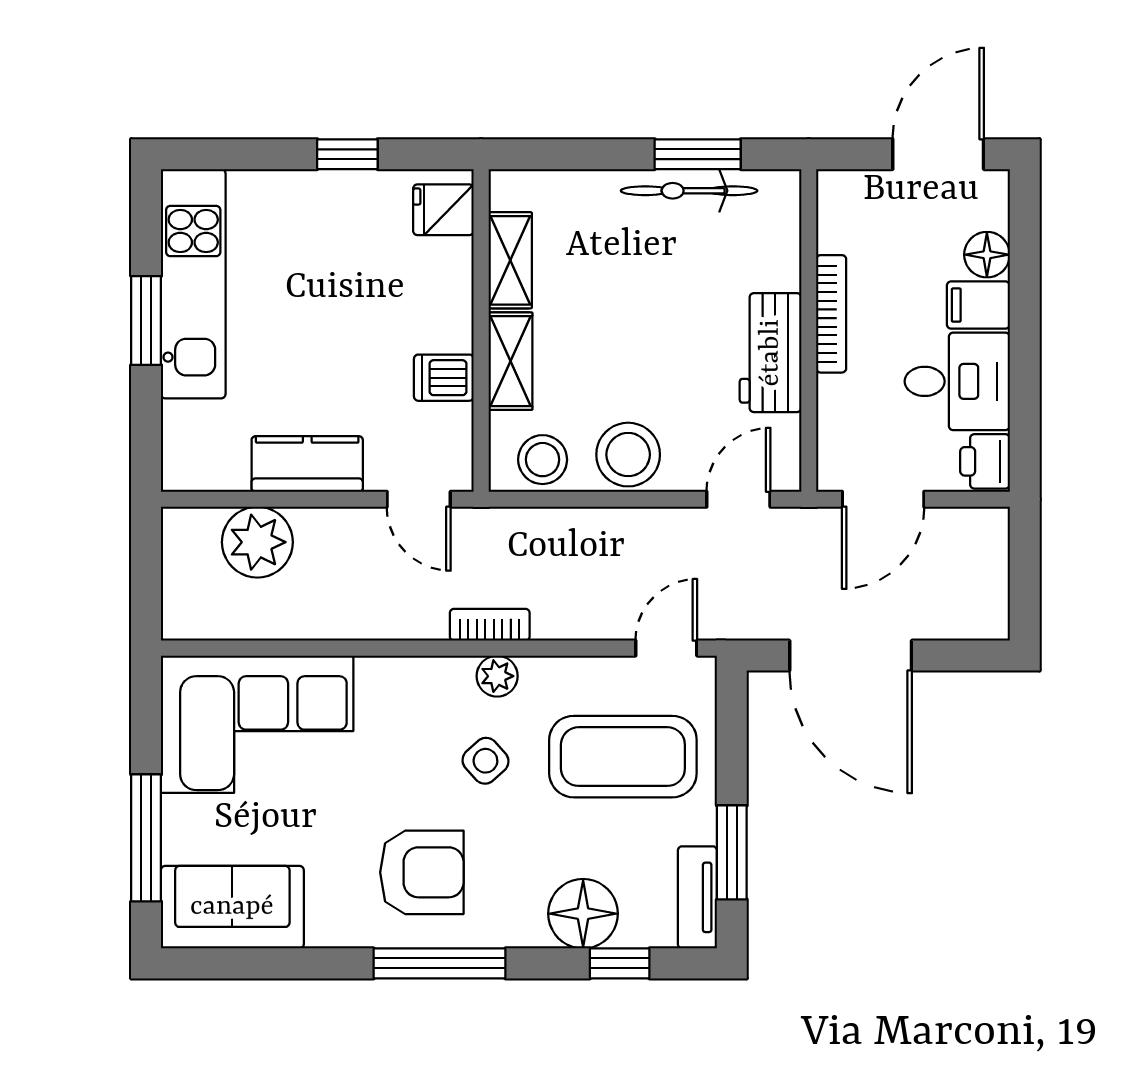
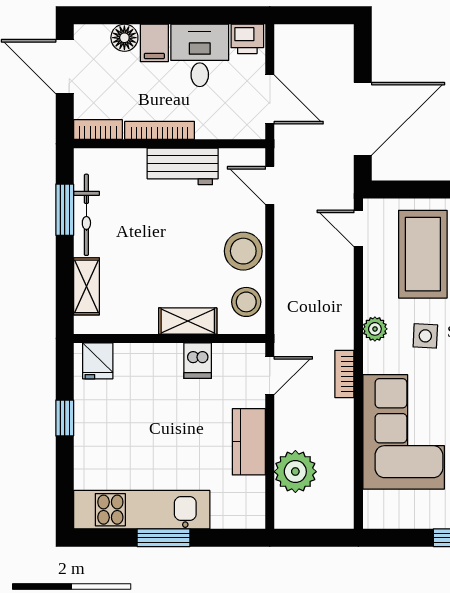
bookcase: (833, 210) -> (98, 129), added
shelving: (510, 260) -> (86, 286), moved, turned 90
bookcase: (490, 625) -> (344, 374), moved
corner sofa: (257, 724) -> (404, 432), moved
side table: (485, 761) -> (425, 336), turned 45

